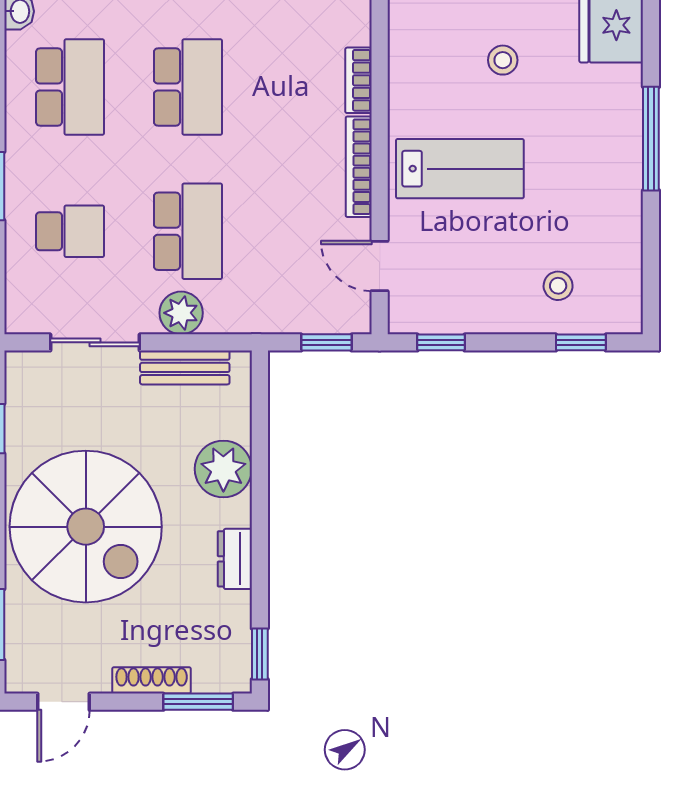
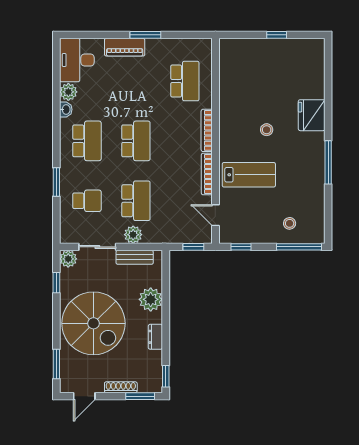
bookcase: (358, 80) -> (207, 130), width x1.56
window: (581, 342) -> (299, 247), width x2.17
plant: (25, 371) -> (68, 259), added

